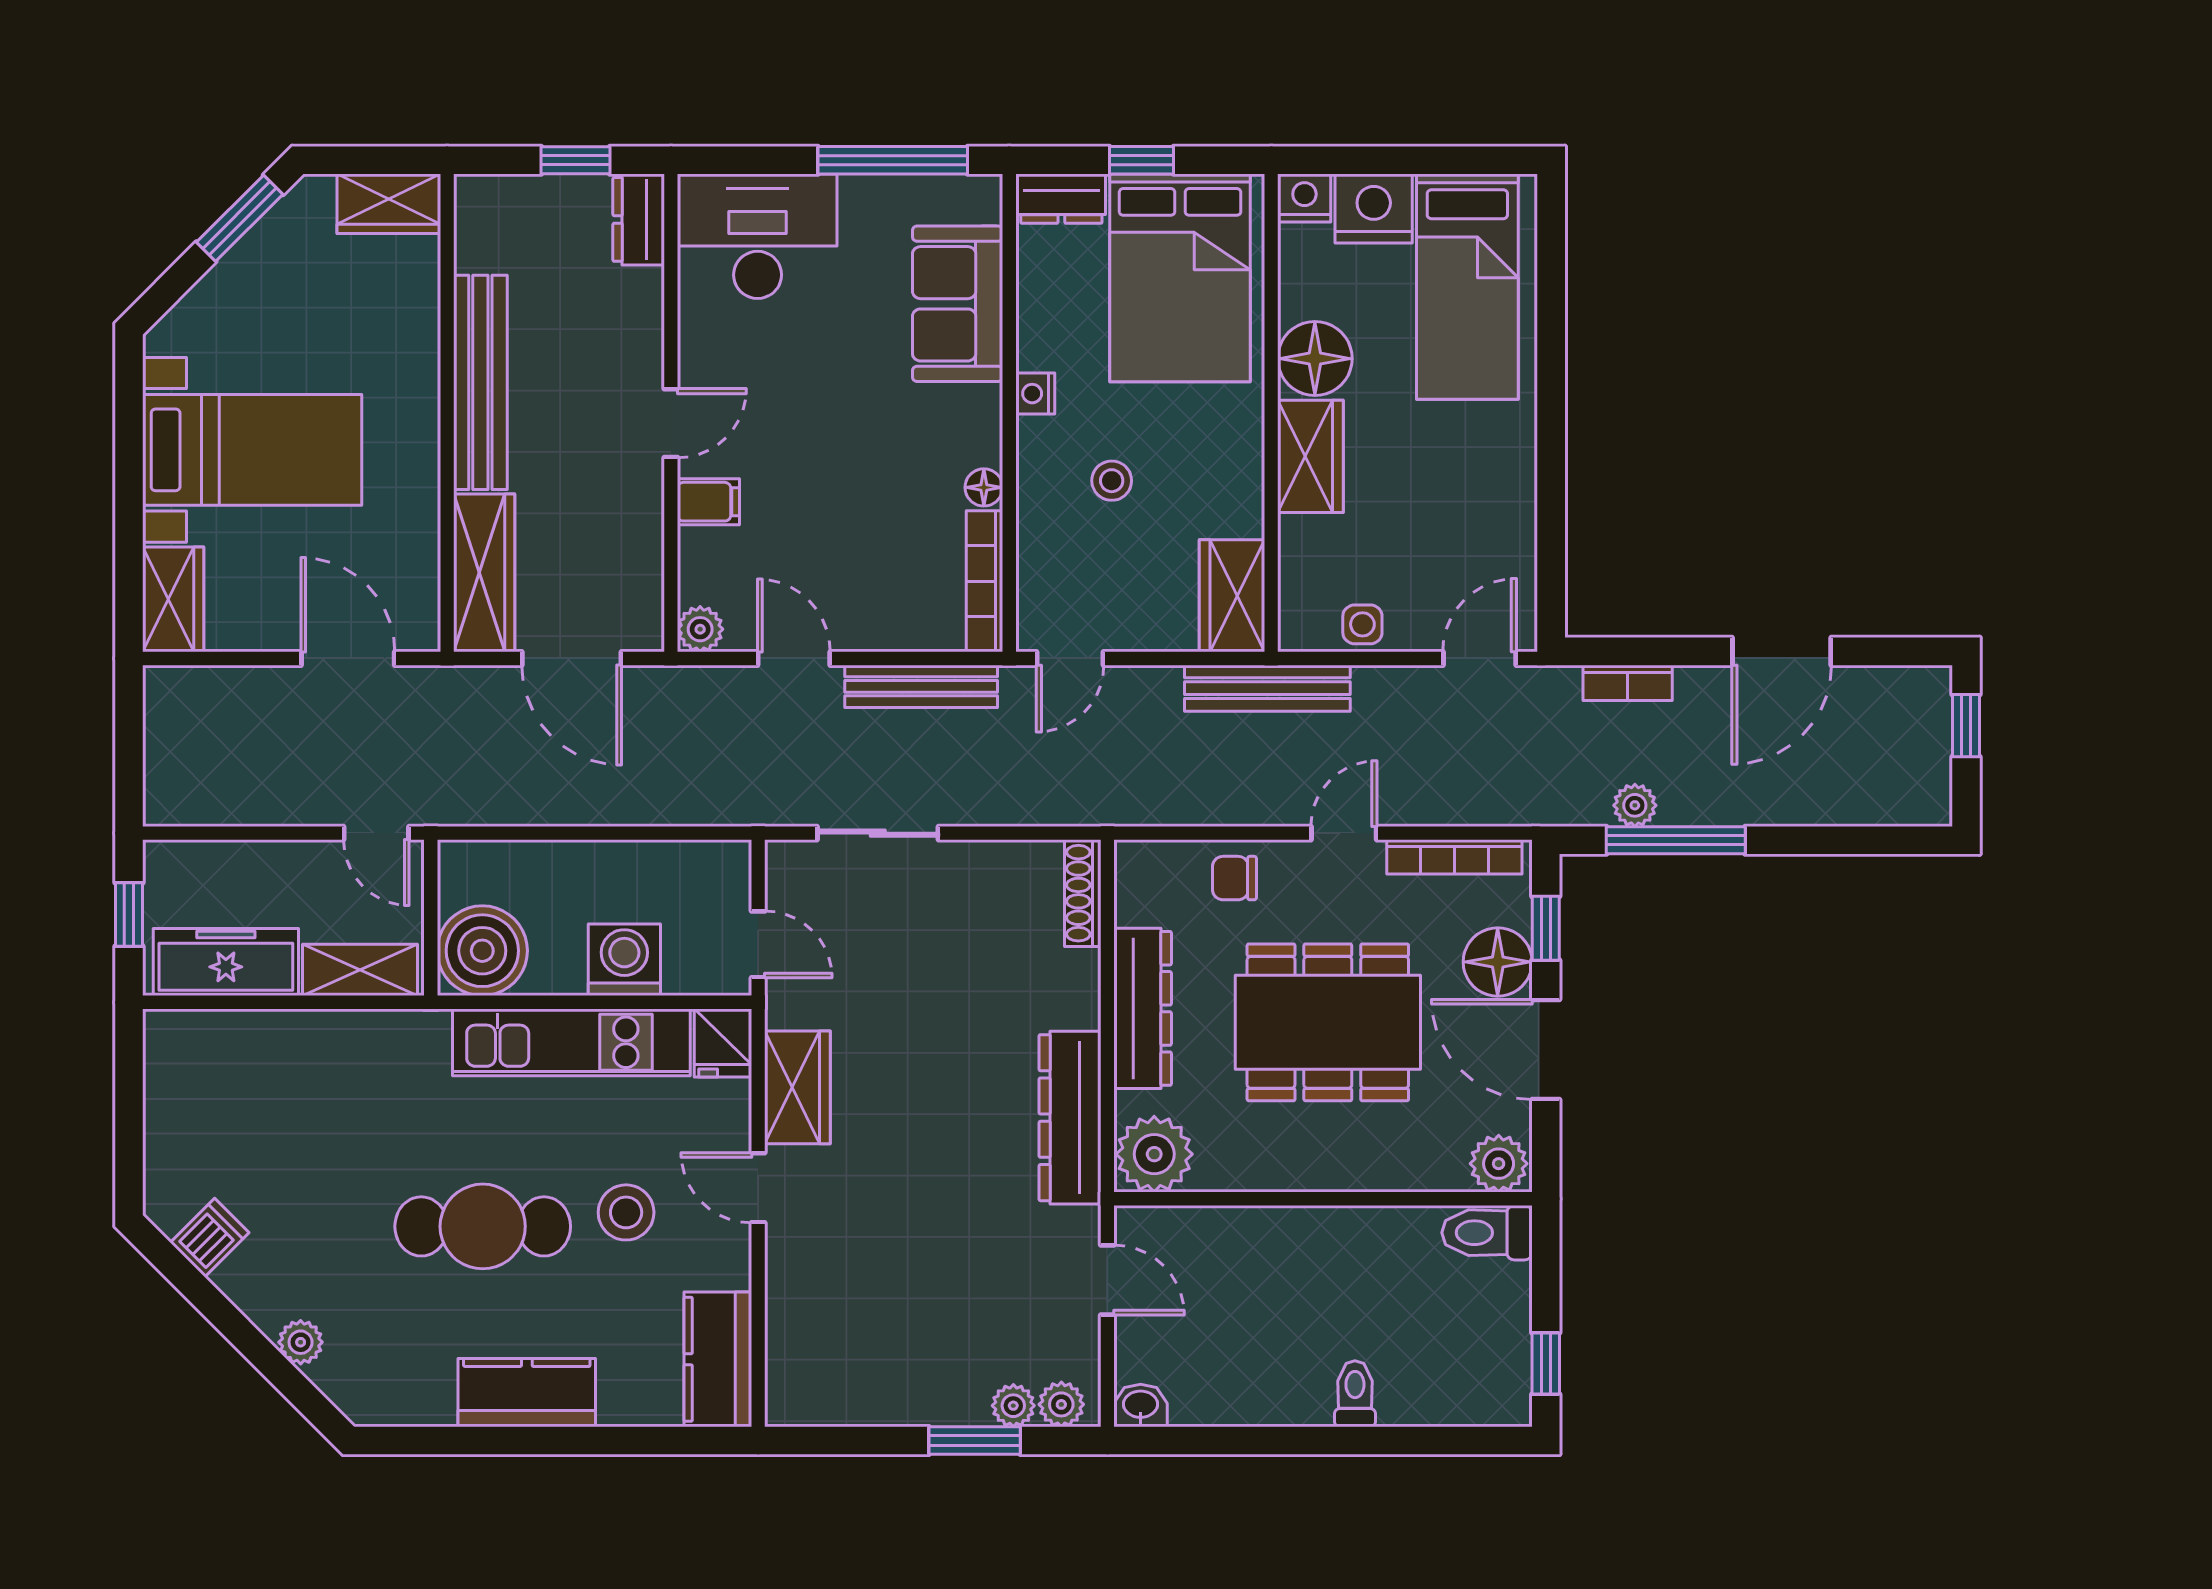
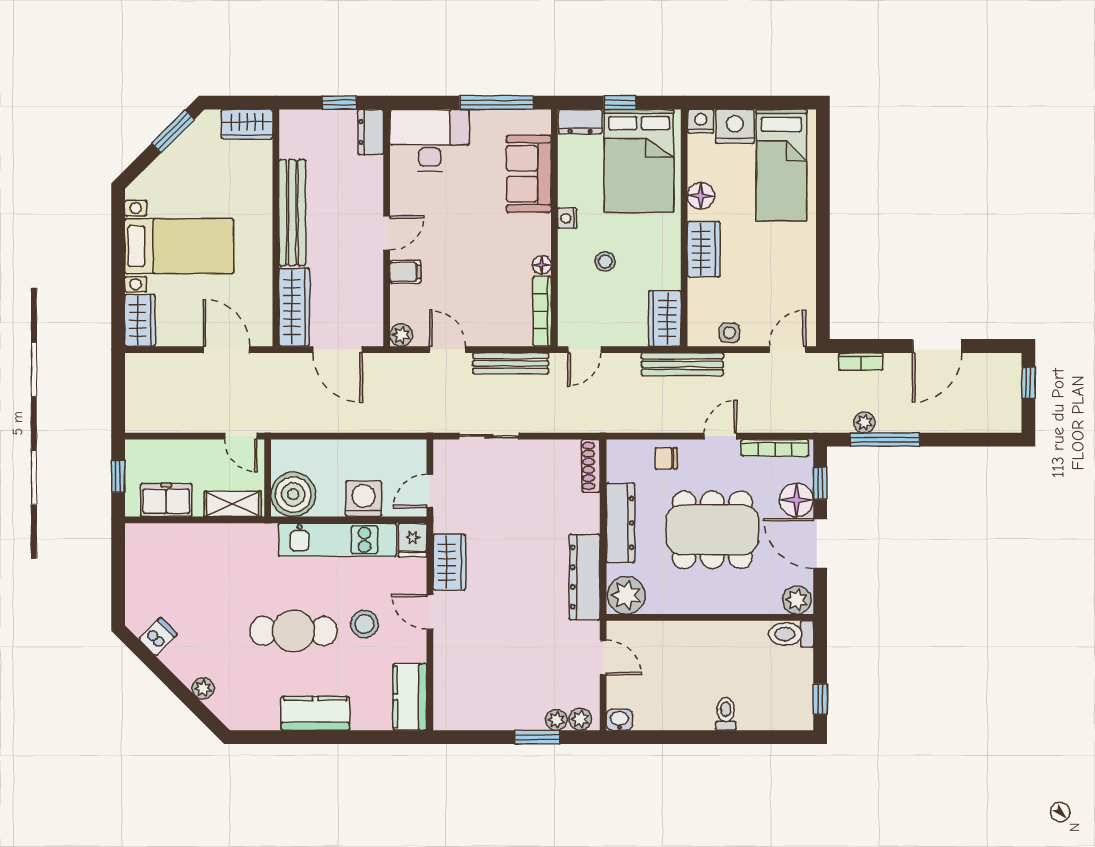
floor lamp: (1315, 359) -> (701, 196), width x0.73, depth x0.73
door: (758, 944) -> (430, 491), swing flipped
freezer: (226, 962) -> (166, 500), width x0.71

